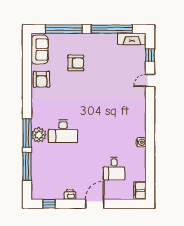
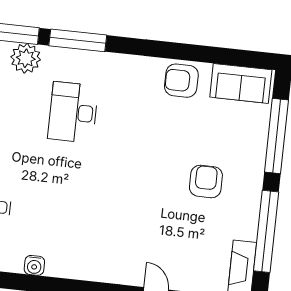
armchair: (76, 63) -> (206, 181), moved, turned 180
plant: (39, 135) -> (26, 58), moved

